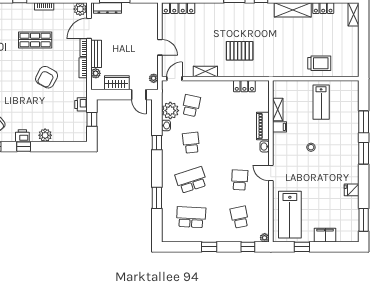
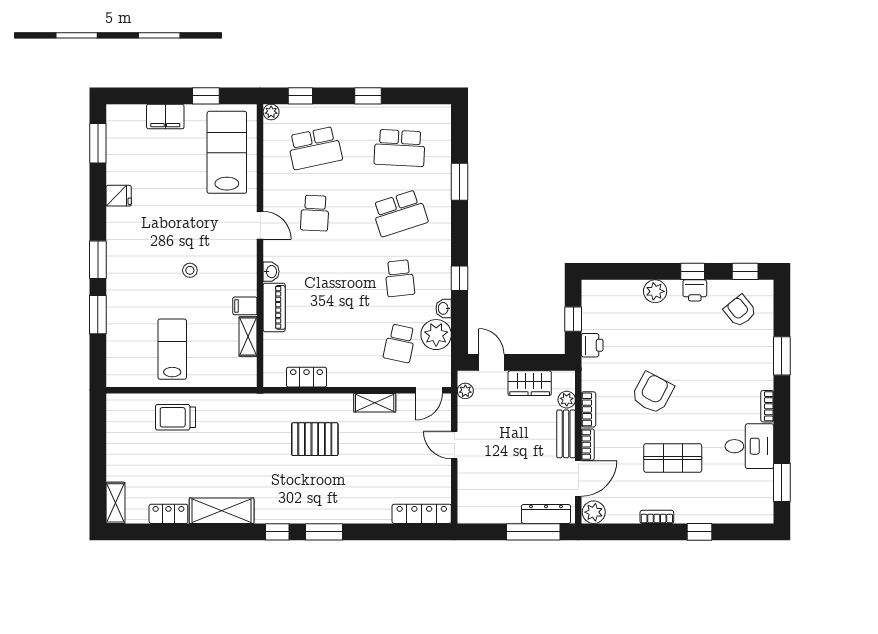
school desk: (240, 217) -> (315, 148), width x1.85

